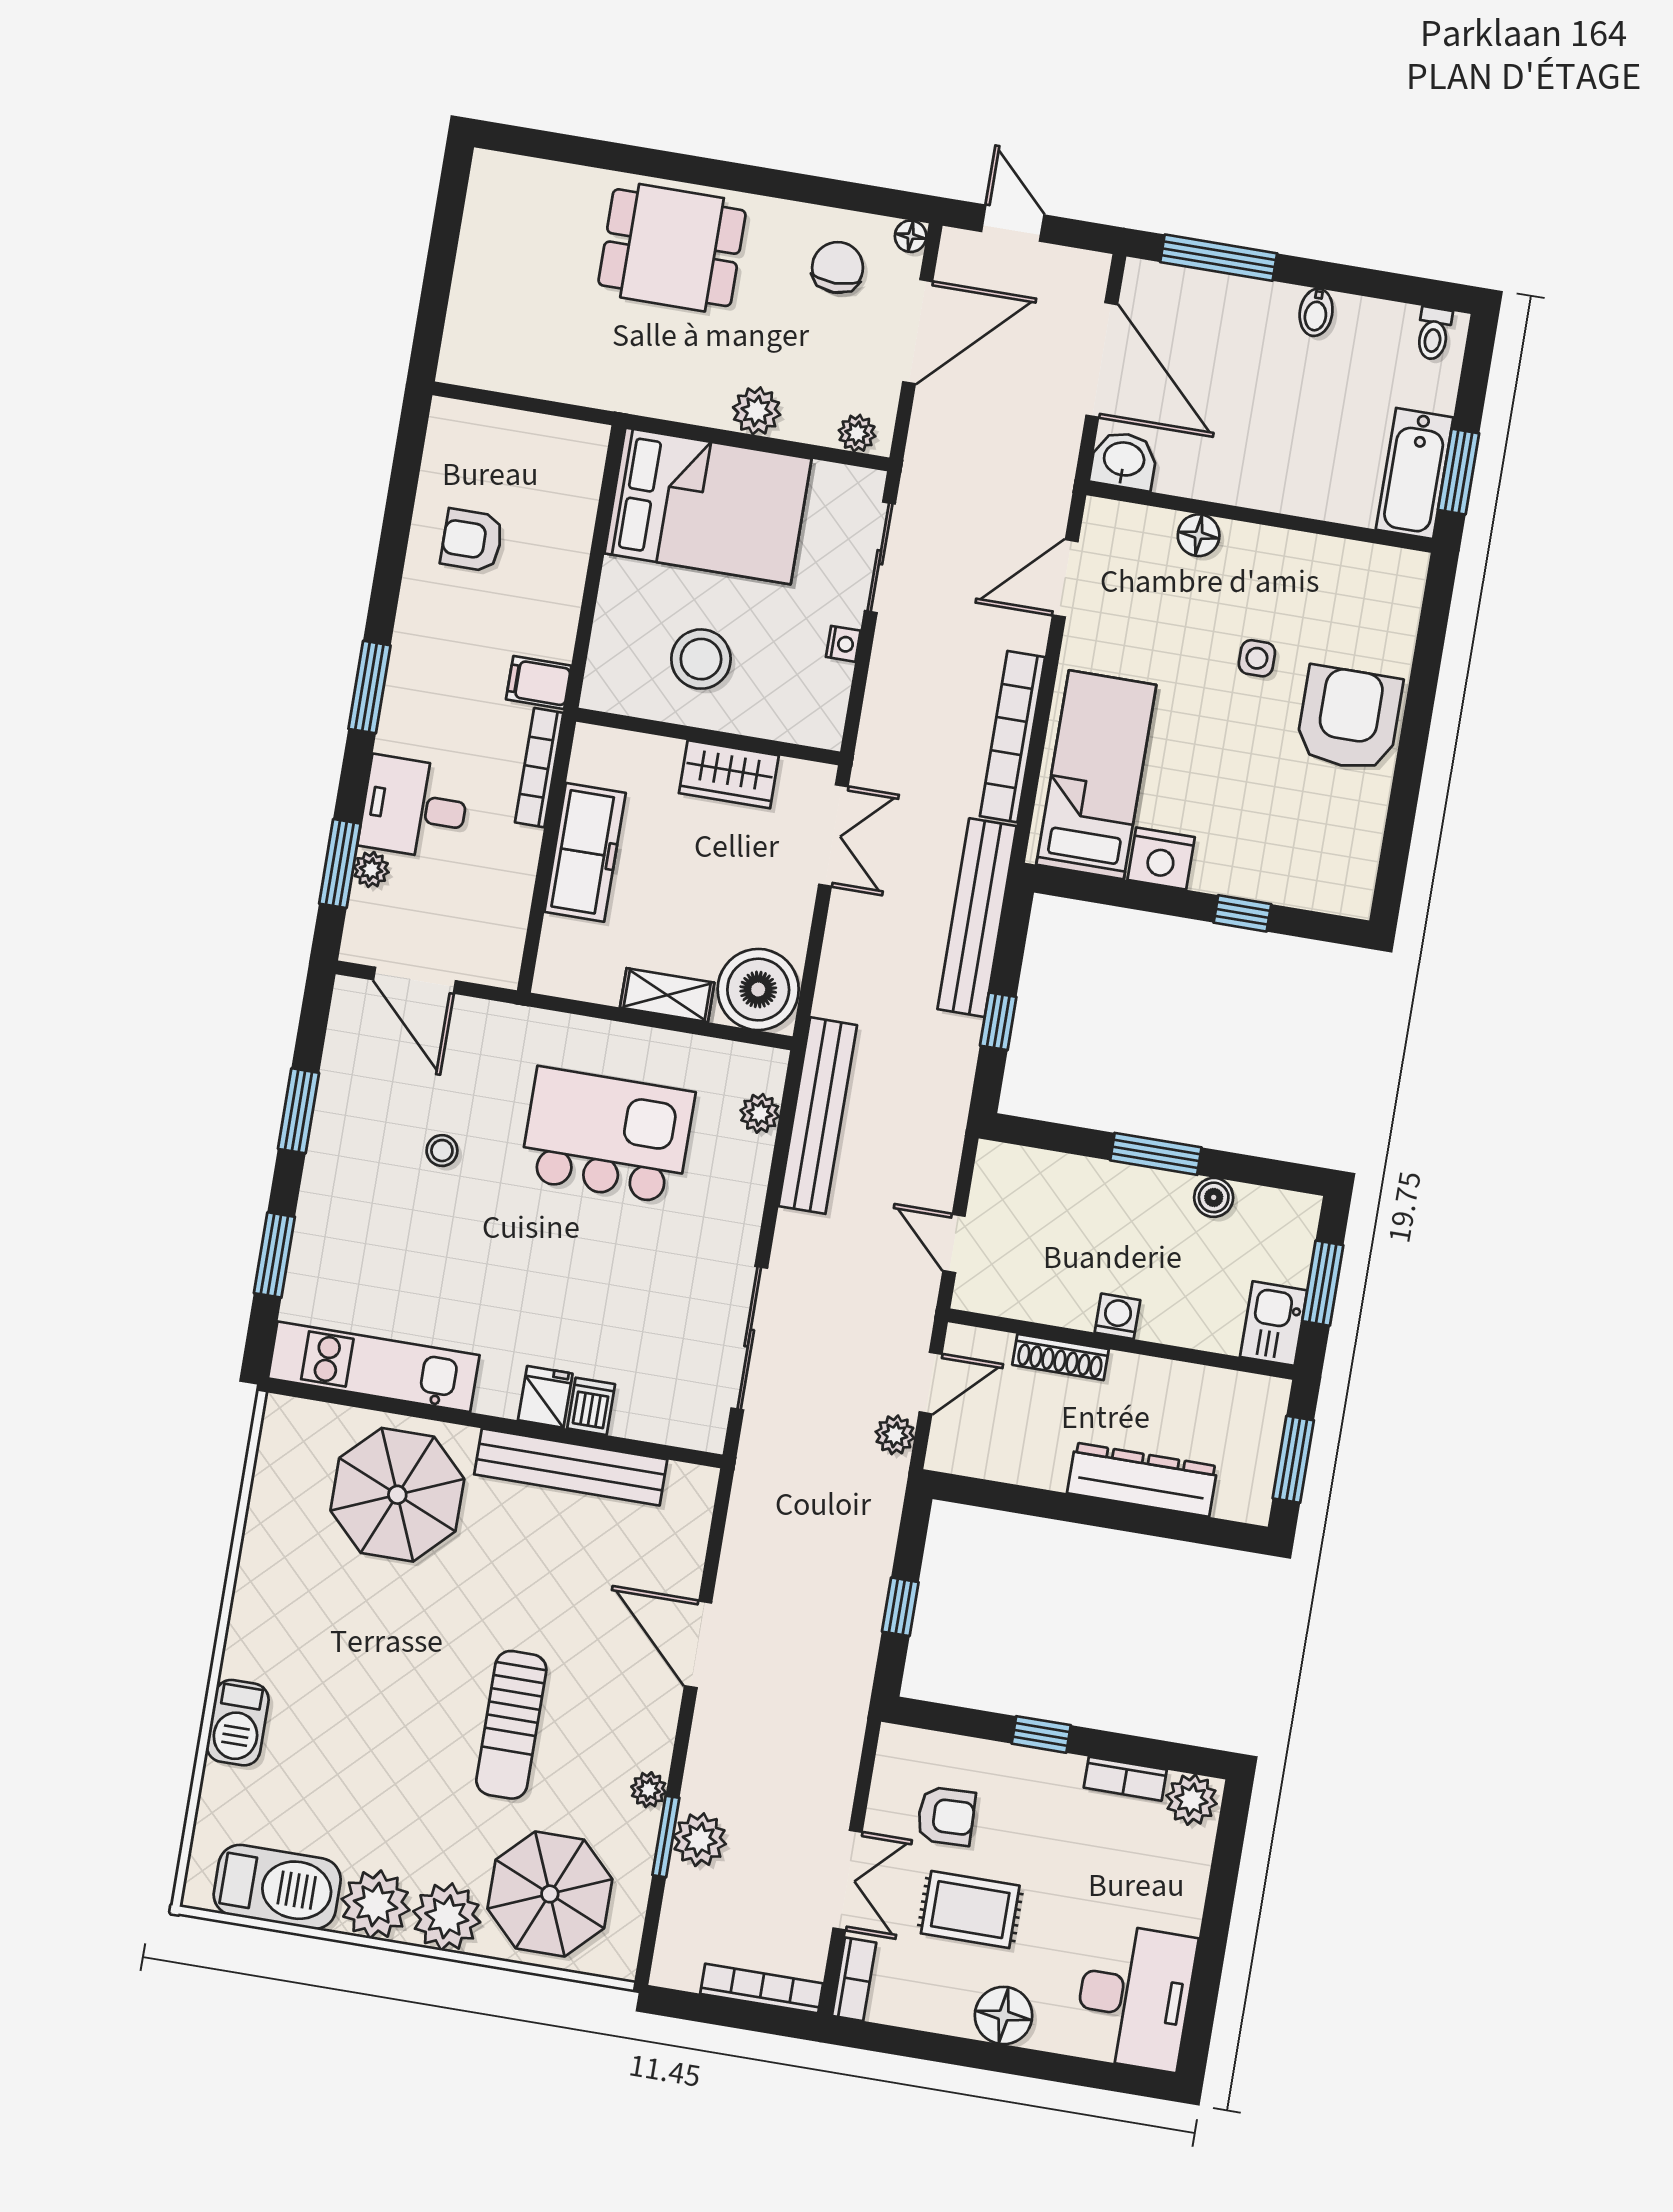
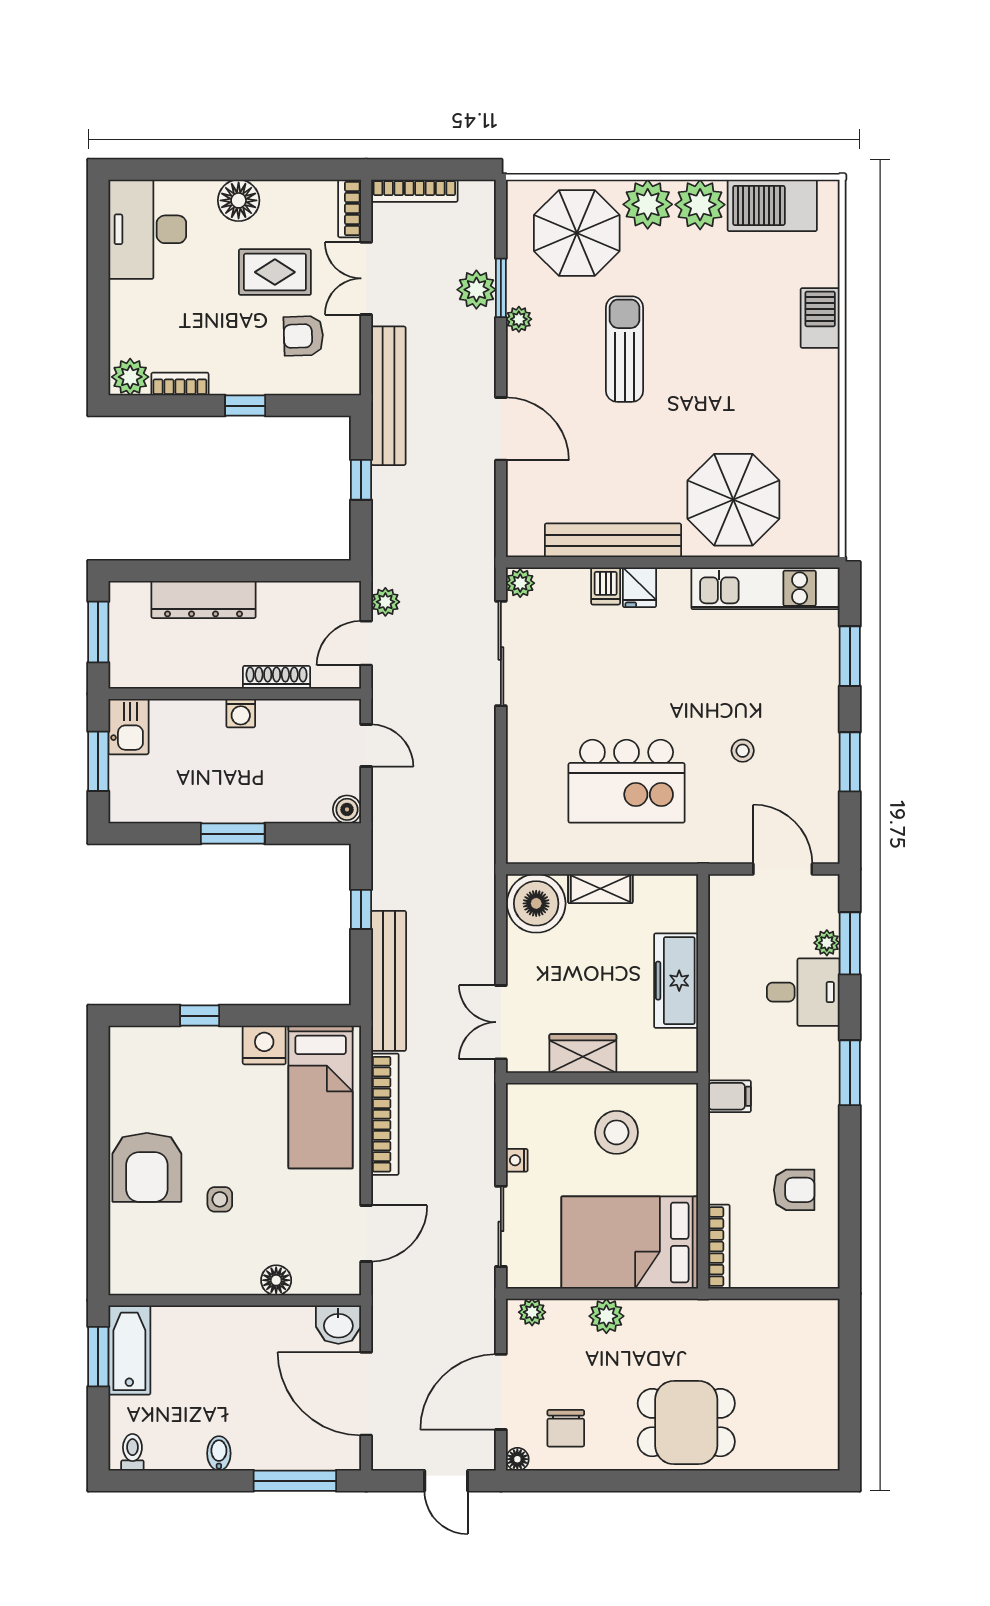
bookcase: (539, 768) -> (719, 1247), moved
plant: (760, 1113) -> (520, 583), moved
bench: (818, 1116) -> (388, 396), moved
boiler: (1214, 1197) -> (347, 809), moved

